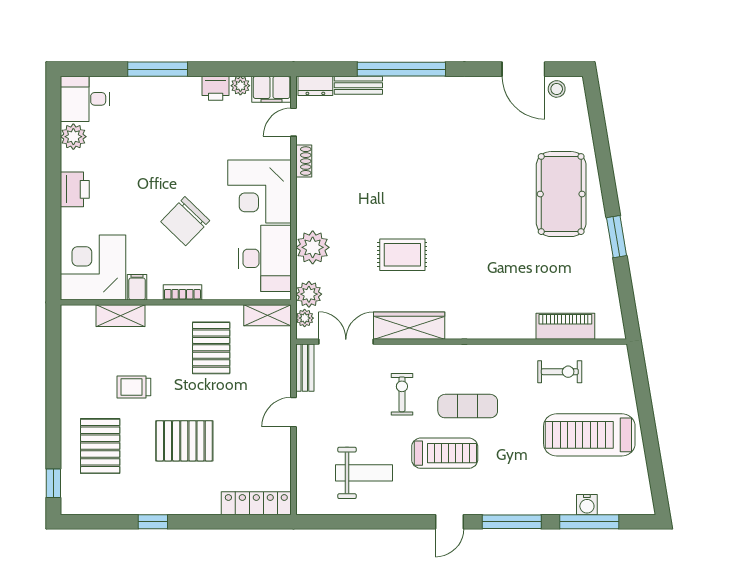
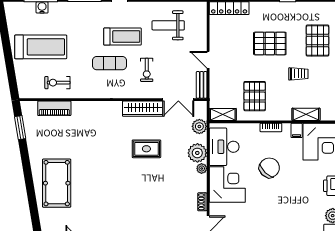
window: (617, 237) -> (20, 128), moved
plant: (305, 318) -> (202, 168), moved
door: (294, 412) -> (208, 60), swing flipped
treadmill: (445, 453) -> (122, 37), turned 180

